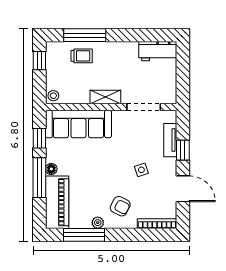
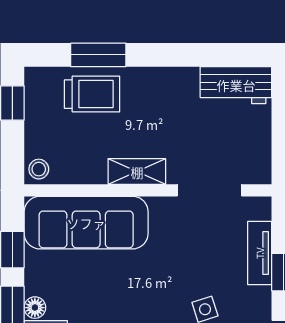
window: (85, 35) -> (98, 55), width x0.69
trolley: (82, 56) -> (92, 94), width x1.36, depth x1.39

